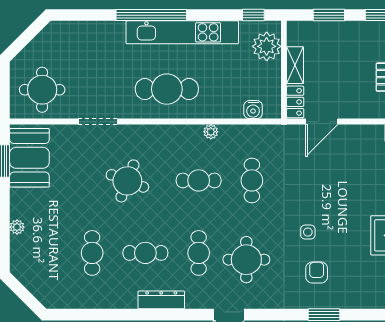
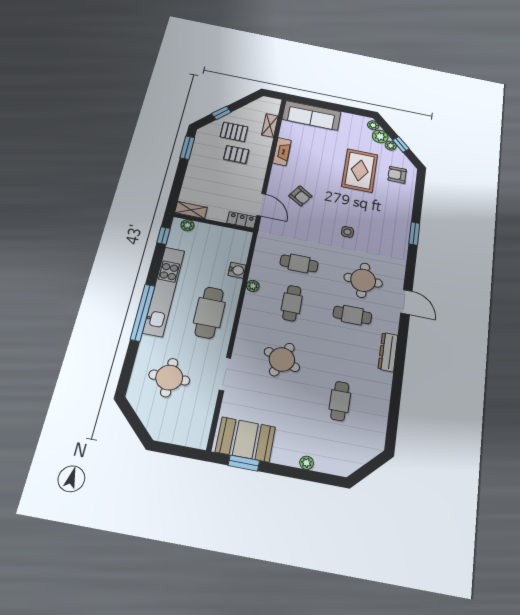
window: (329, 15) -> (178, 183), removed
plant: (267, 46) -> (187, 225), width x0.53, depth x0.53
shelving: (295, 65) -> (191, 210), moved
round table: (42, 90) -> (169, 378), moved
water cooler: (253, 110) -> (237, 270), moved
cafe table: (92, 253) -> (340, 401), turned 90
cafe table: (145, 253) -> (346, 357), removed
armchair: (317, 273) -> (300, 196), moved, turned -147

